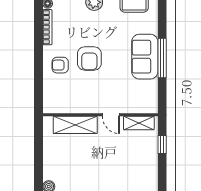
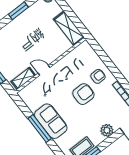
armchair: (89, 59) -> (83, 94), turned 90
shelving: (75, 125) -> (69, 28), moved, turned 90

